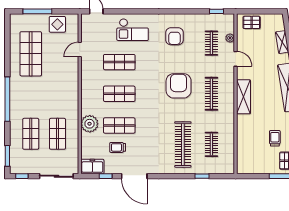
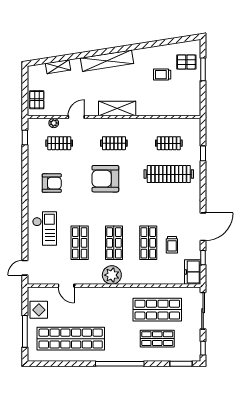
shop shelf: (31, 54) -> (71, 339), width x1.40
clothes rail: (211, 94) -> (114, 143), width x0.73
plant: (90, 124) -> (112, 275), moved
shop shelf: (57, 134) -> (157, 310), width x1.43, depth x1.36

